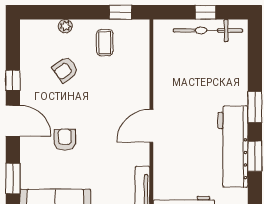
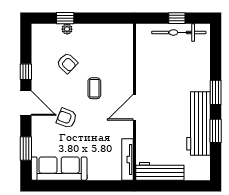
window: (120, 12) -> (65, 18), moved
coffee table: (105, 43) -> (94, 88), moved
armchair: (65, 69) -> (67, 63), turned -100
armchair: (65, 140) -> (67, 118), turned -69

